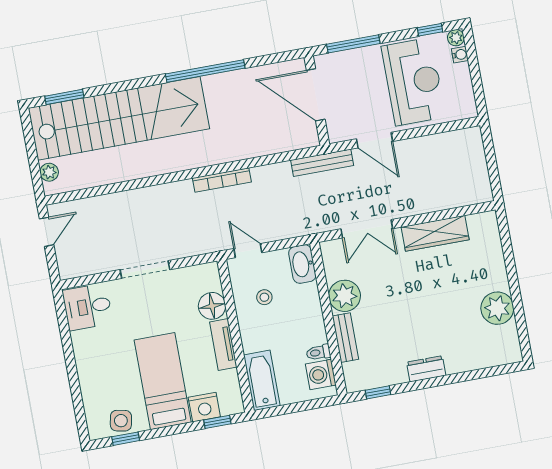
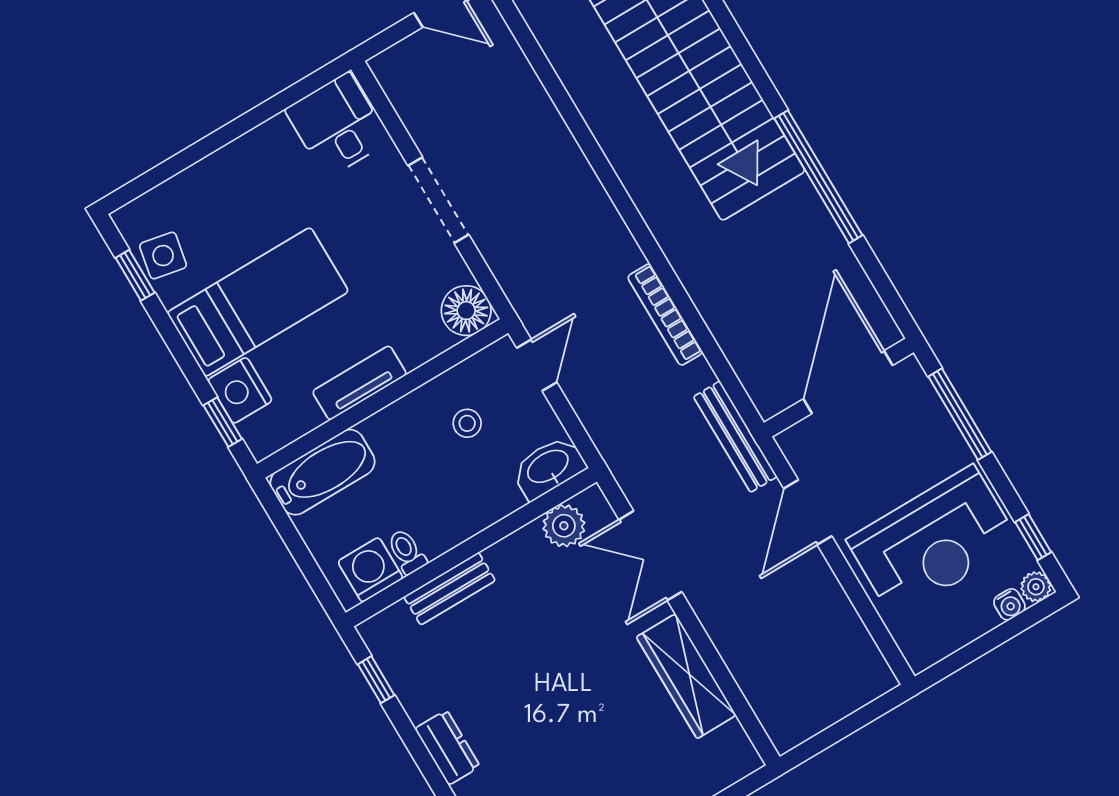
bookcase: (222, 180) -> (665, 315), moved
plant: (345, 296) -> (564, 526), moved, width x0.73, depth x0.73
floor lamp: (212, 306) -> (466, 311), moved

